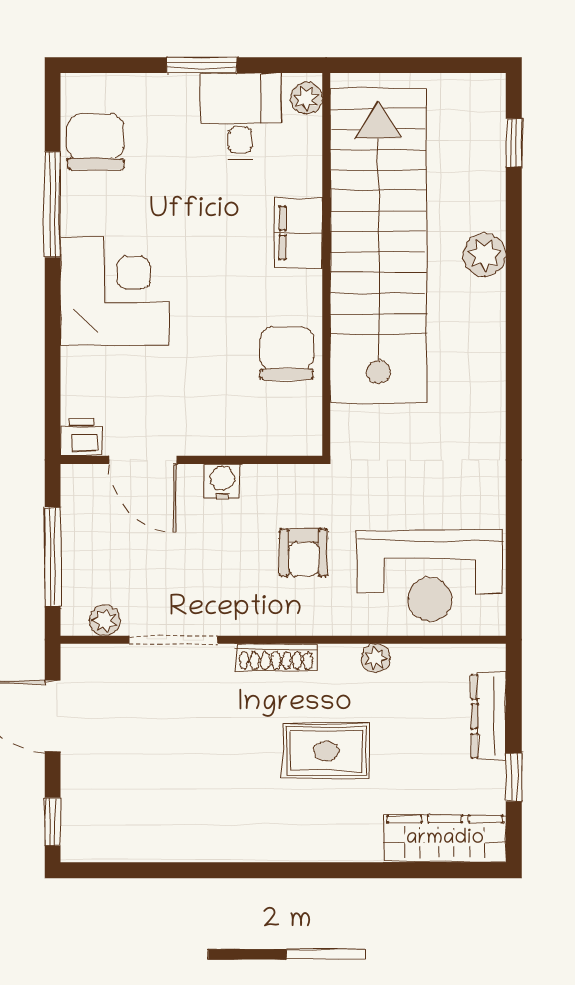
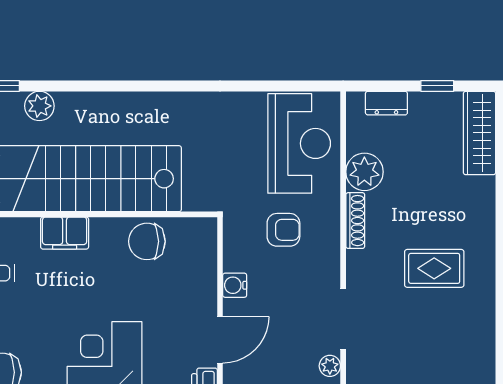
plant: (485, 255) -> (39, 106), moved
shoe rack: (276, 657) -> (355, 221), moved
plant: (376, 658) -> (364, 172), width x1.87, depth x1.87
dresser: (489, 716) -> (386, 103), width x0.70
rug: (326, 751) -> (434, 268), moved, turned 90

